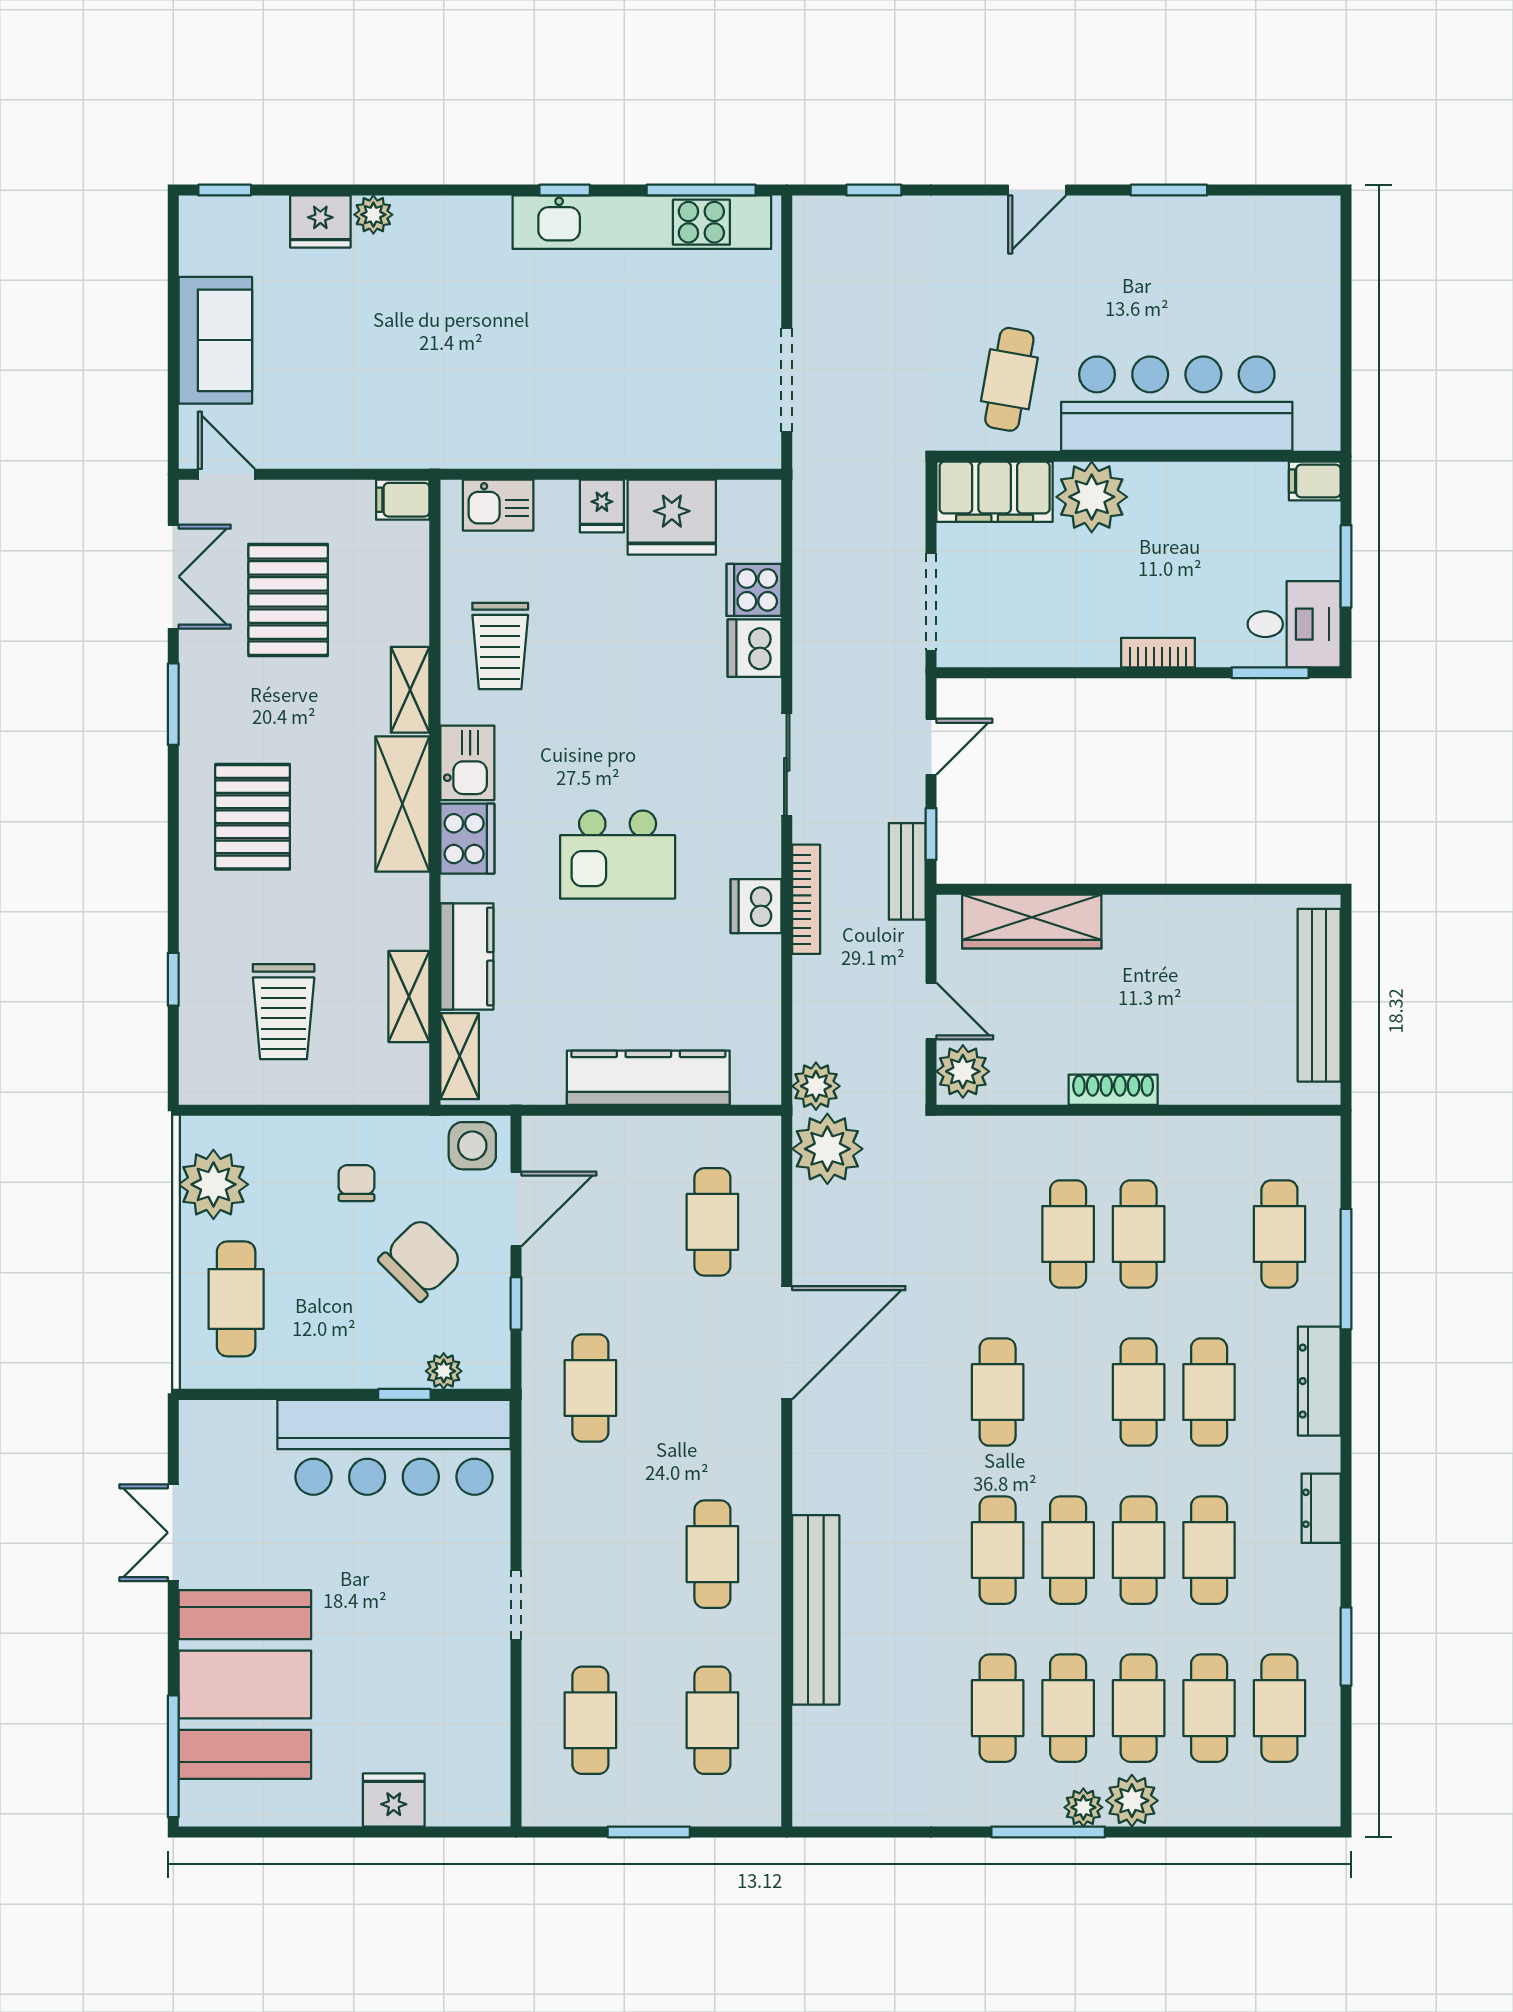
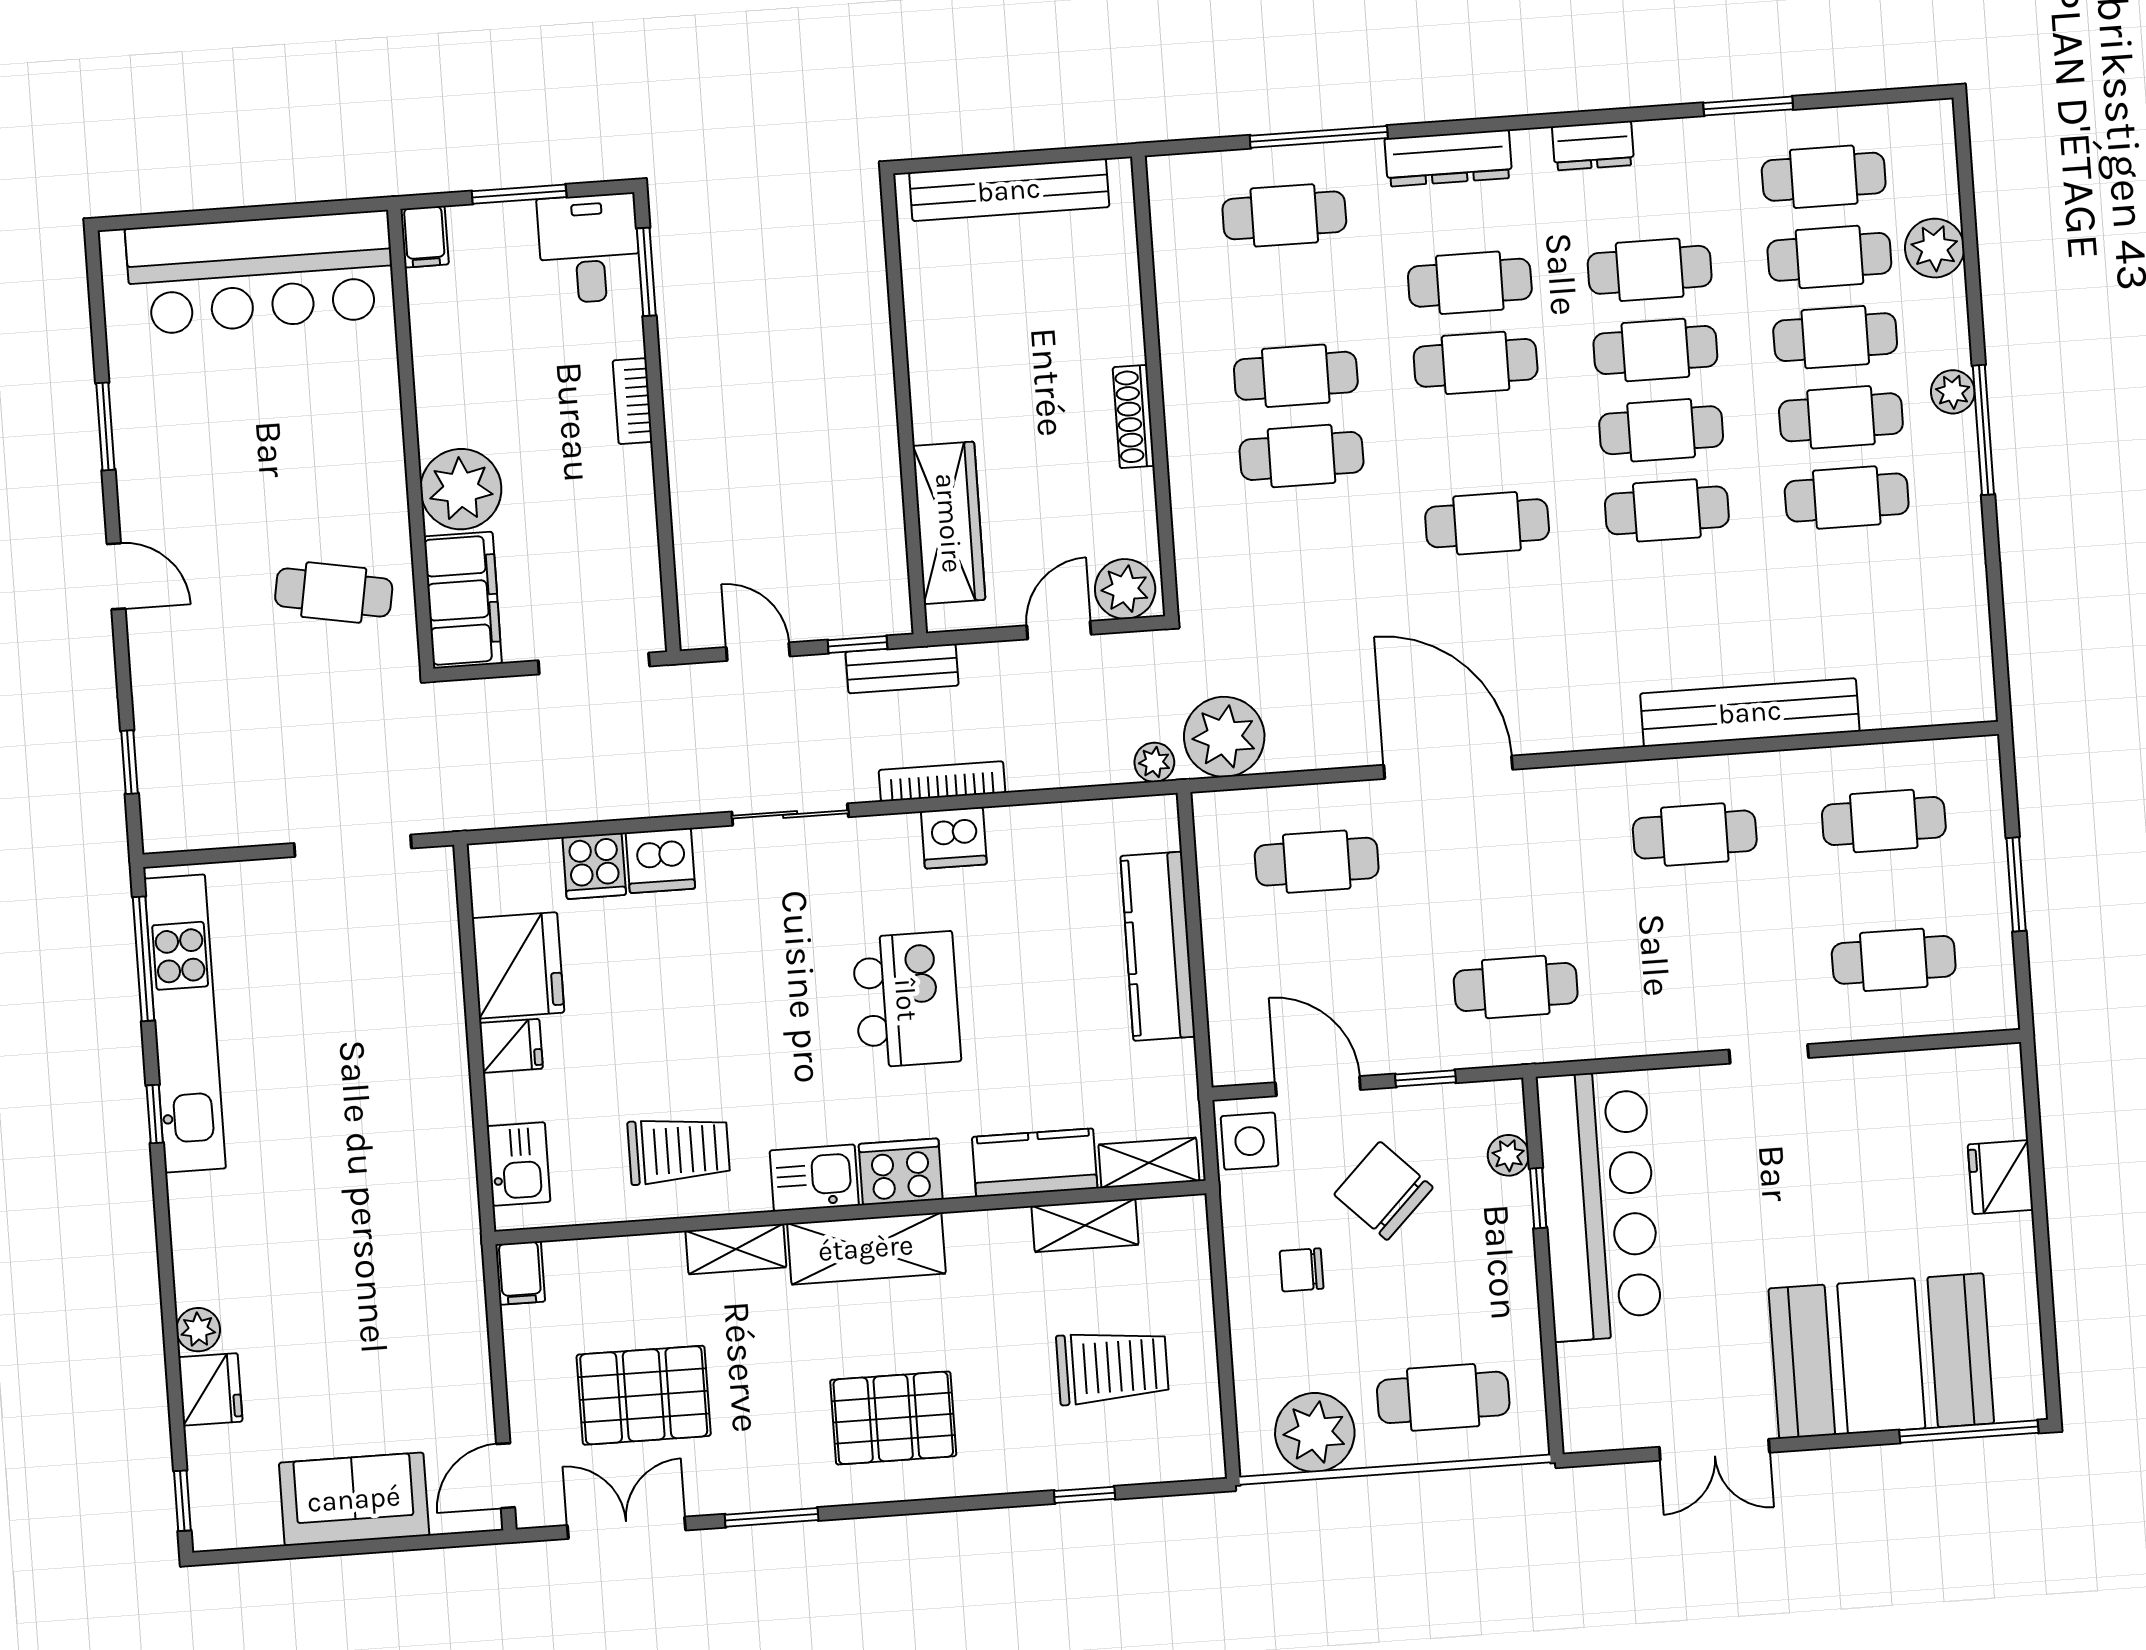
bar counter: (1177, 404) -> (260, 273), moved, turned -90
plant: (816, 1086) -> (1154, 762), width x0.73, depth x0.73
plant: (1132, 1801) -> (1935, 248), moved

